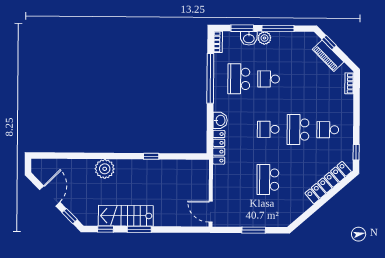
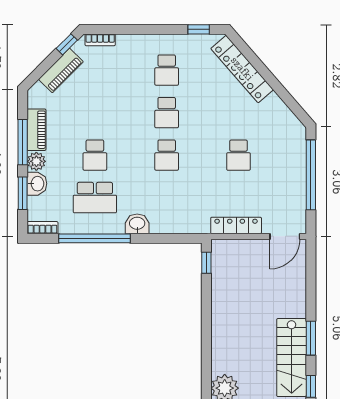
piano: (287, 38) -> (36, 130), added
window: (329, 42) -> (67, 44), moved
washbasin: (220, 120) -> (137, 224), moved
school desk: (298, 130) -> (167, 113), width x0.54
locker: (219, 147) -> (236, 225), moved
window: (151, 156) -> (206, 263), moved
school desk: (268, 180) -> (238, 155), width x0.54
window: (254, 230) -> (311, 175), width x2.11

